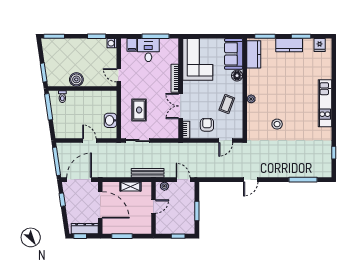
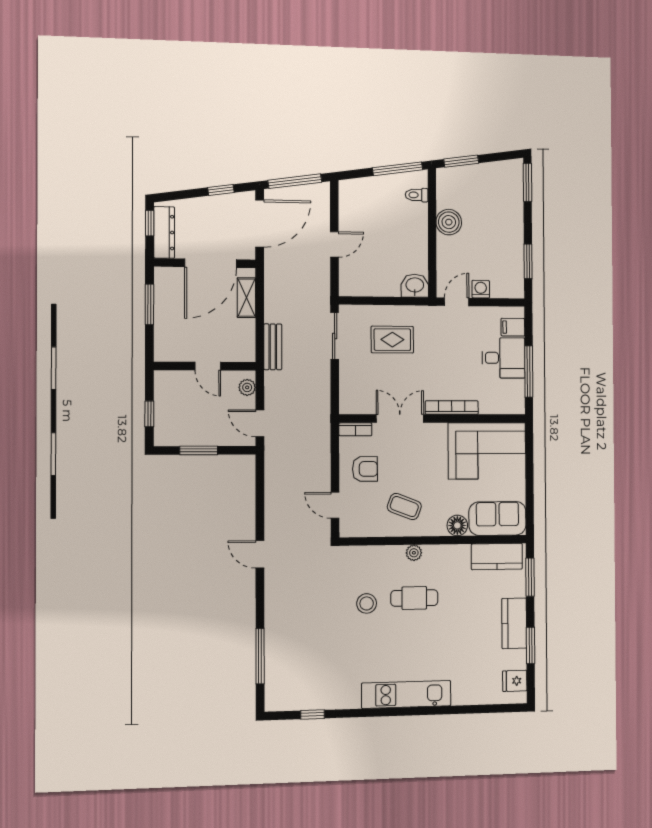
washing machine: (112, 43) -> (481, 289), moved
cafe table: (275, 99) -> (414, 598), added
washbasin: (110, 120) -> (415, 286), moved
bench: (148, 173) -> (273, 347), width x0.73
door: (79, 180) -> (260, 223), hinge flipped
door: (183, 180) -> (260, 423), swing flipped
shelving: (130, 186) -> (246, 298), moved

